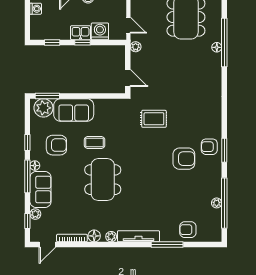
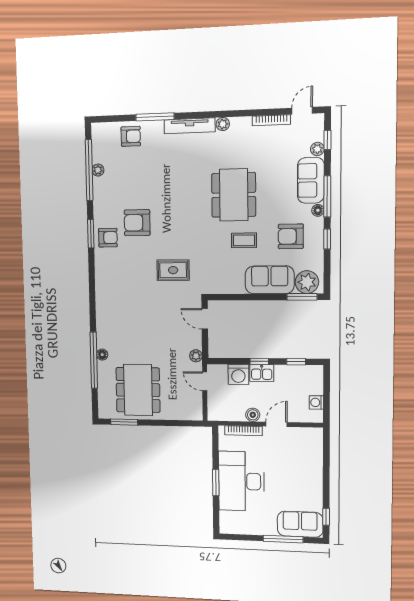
floor lamp: (94, 236) -> (244, 124), removed

